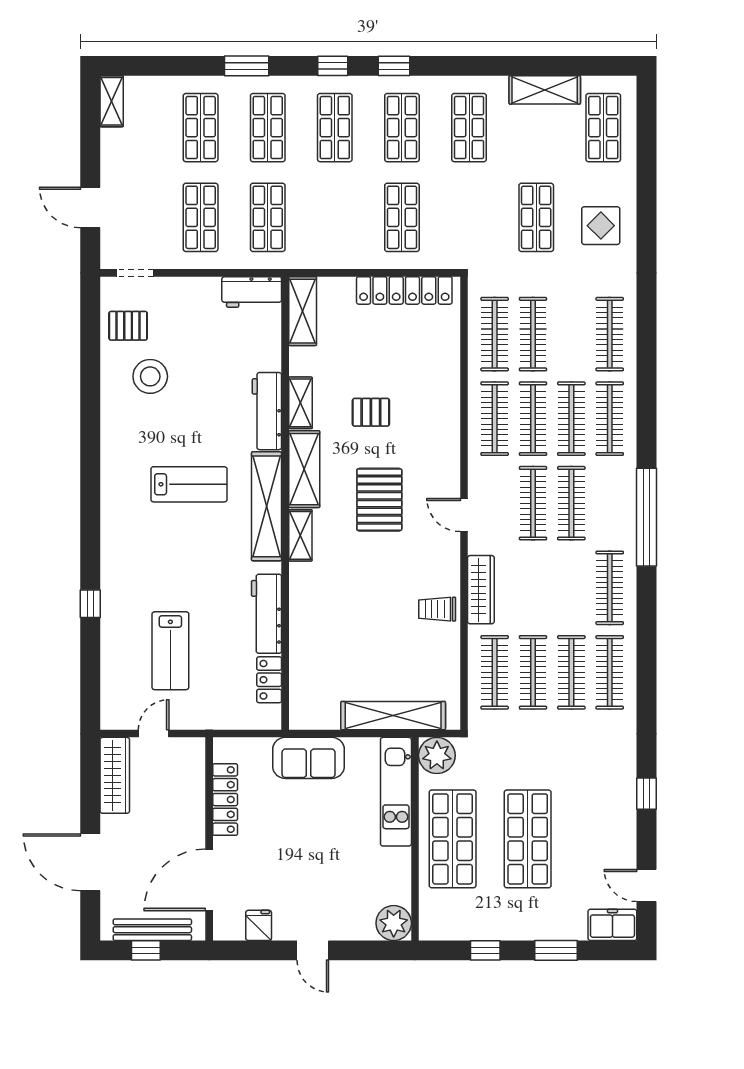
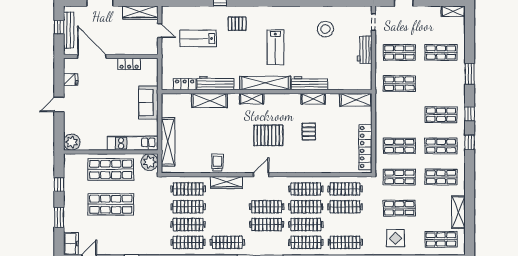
shop shelf: (268, 128) -> (399, 177), moved
workbench: (252, 292) -> (365, 50), moved
pallet: (128, 326) -> (237, 24), moved, turned 90
shelving: (304, 469) -> (209, 101), moved
locker: (225, 800) -> (129, 64), width x0.66

